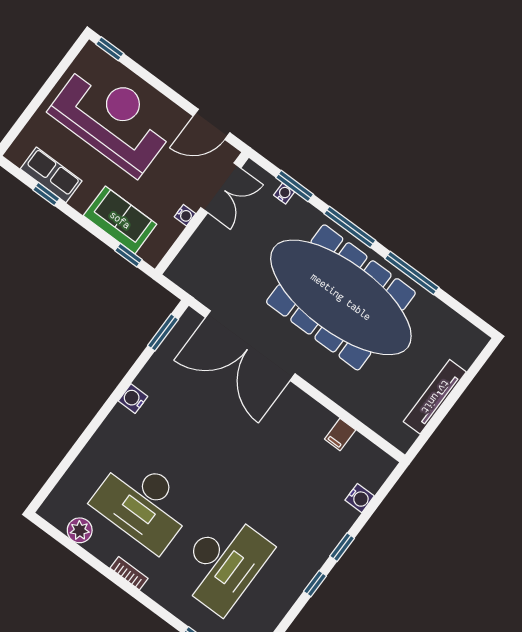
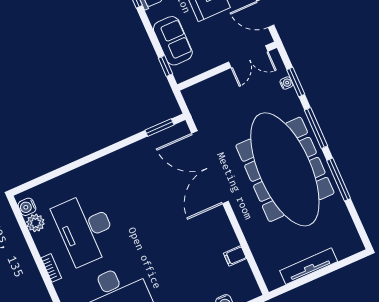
water cooler: (185, 215) -> (216, 61), removed
water cooler: (133, 399) -> (27, 207), moved, turned -90

